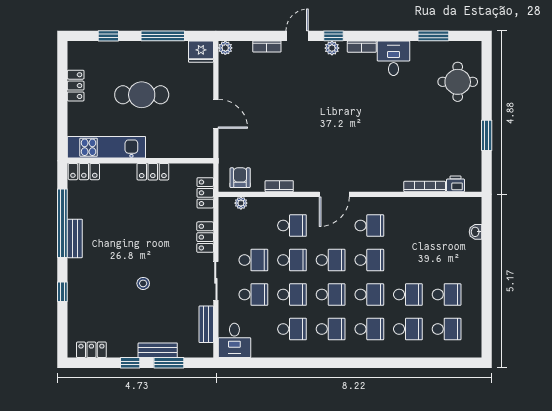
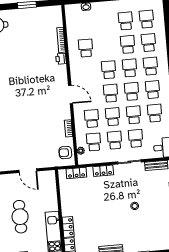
door: (216, 114) -> (28, 171), swing flipped
locker: (153, 172) -> (68, 227), moved
printer: (456, 184) -> (61, 59), moved
school desk: (253, 226) -> (94, 142), added
school desk: (369, 226) -> (86, 48), moved

